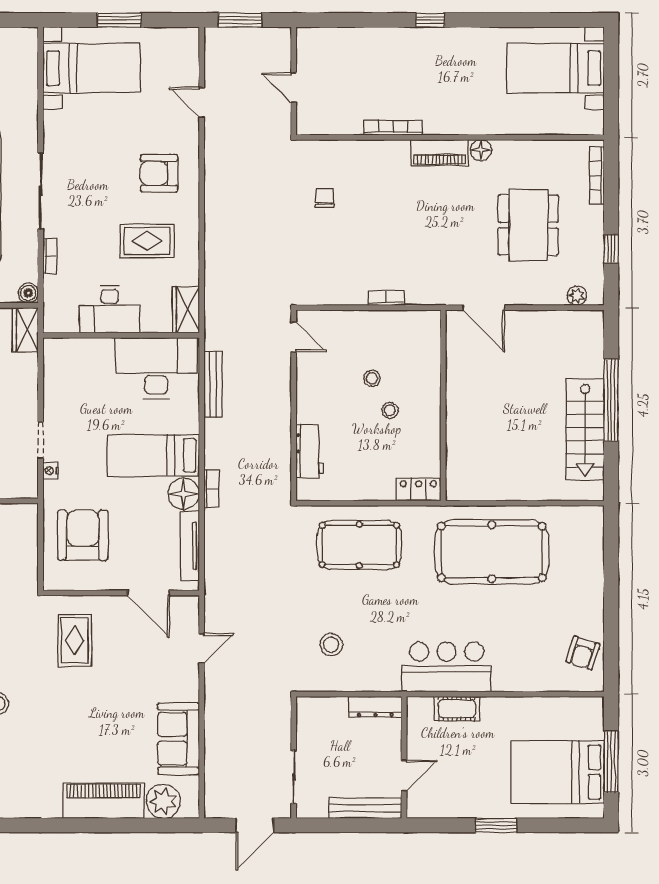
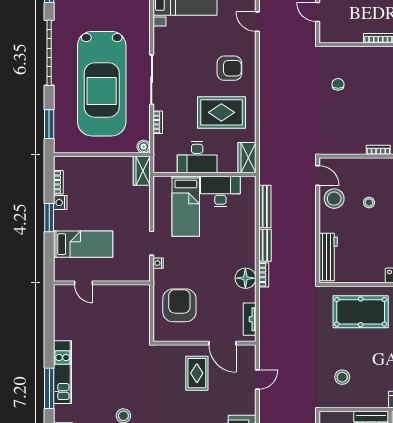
armchair: (159, 173) -> (229, 68), turned 180
rug: (147, 241) -> (221, 112), width x1.36, depth x1.43
desk: (156, 368) -> (220, 191), width x0.73, depth x0.77
stool: (390, 410) -> (334, 199), moved, width x1.89, depth x1.89
bench: (213, 443) -> (265, 245), added
workbench: (310, 451) -> (328, 257), width x1.38
bed: (153, 455) -> (186, 206), moved, turned -90
tv unit: (190, 546) -> (250, 319), width x0.71
rug: (75, 640) -> (197, 373), moved

